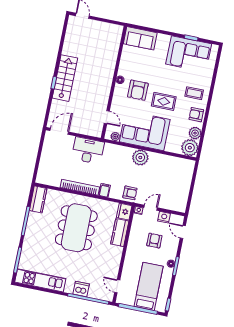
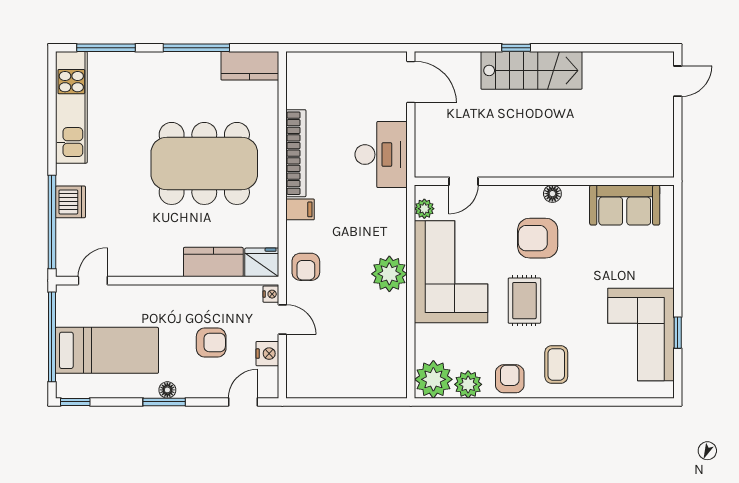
sofa: (140, 38) -> (625, 205), moved, turned -90

